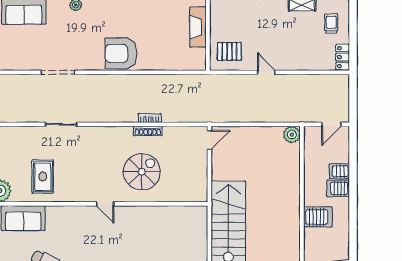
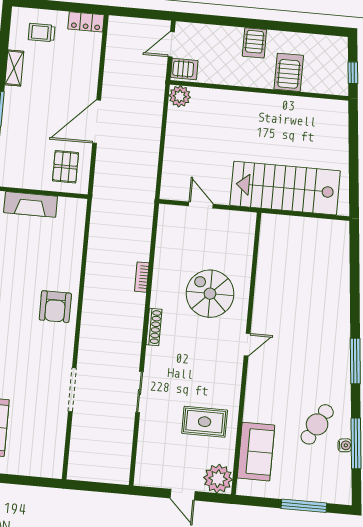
armchair: (121, 53) -> (55, 307), width x0.73, depth x0.73
door: (266, 72) -> (97, 122), width x1.88
door: (331, 124) -> (171, 44), swing flipped
shoe rack: (148, 131) -> (154, 327), moved
door: (209, 140) -> (201, 205), moved
server rack: (339, 171) -> (184, 69), moved, turned -90

